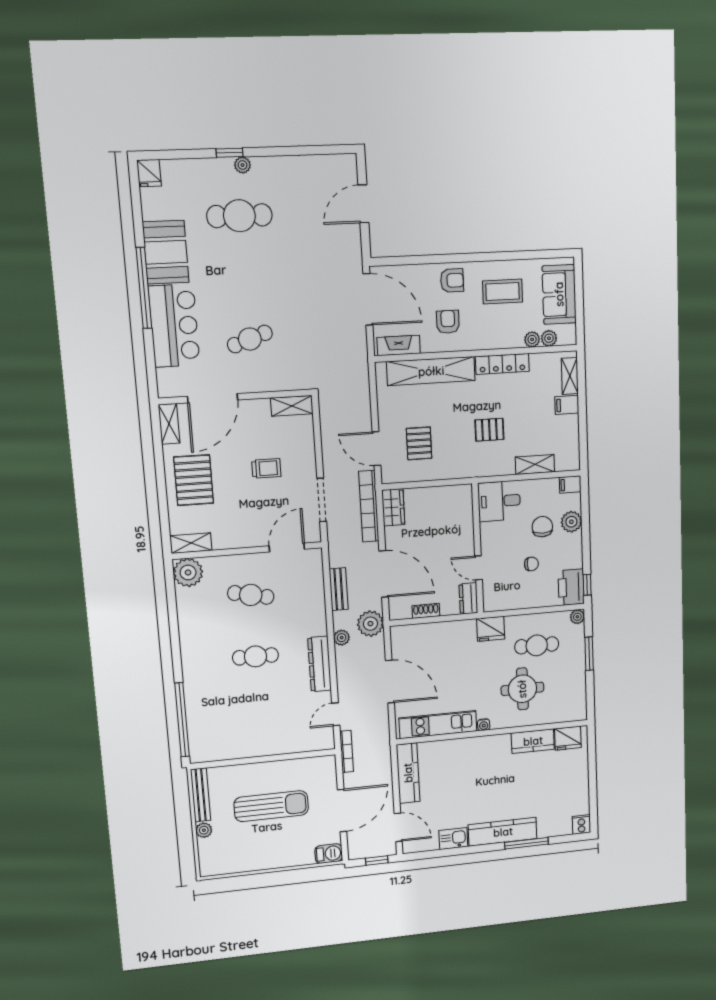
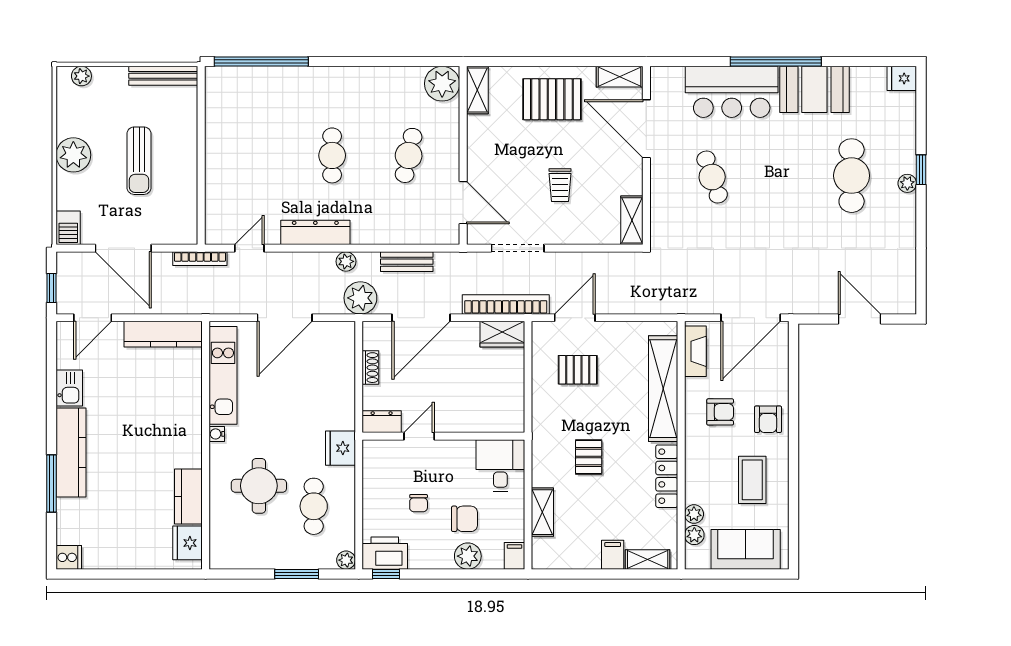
door: (336, 714) -> (249, 248), hinge flipped
sun lounger: (271, 806) -> (139, 161), width x0.73, depth x0.75
plant: (204, 830) -> (81, 76), moved
plant: (270, 856) -> (73, 155), added

